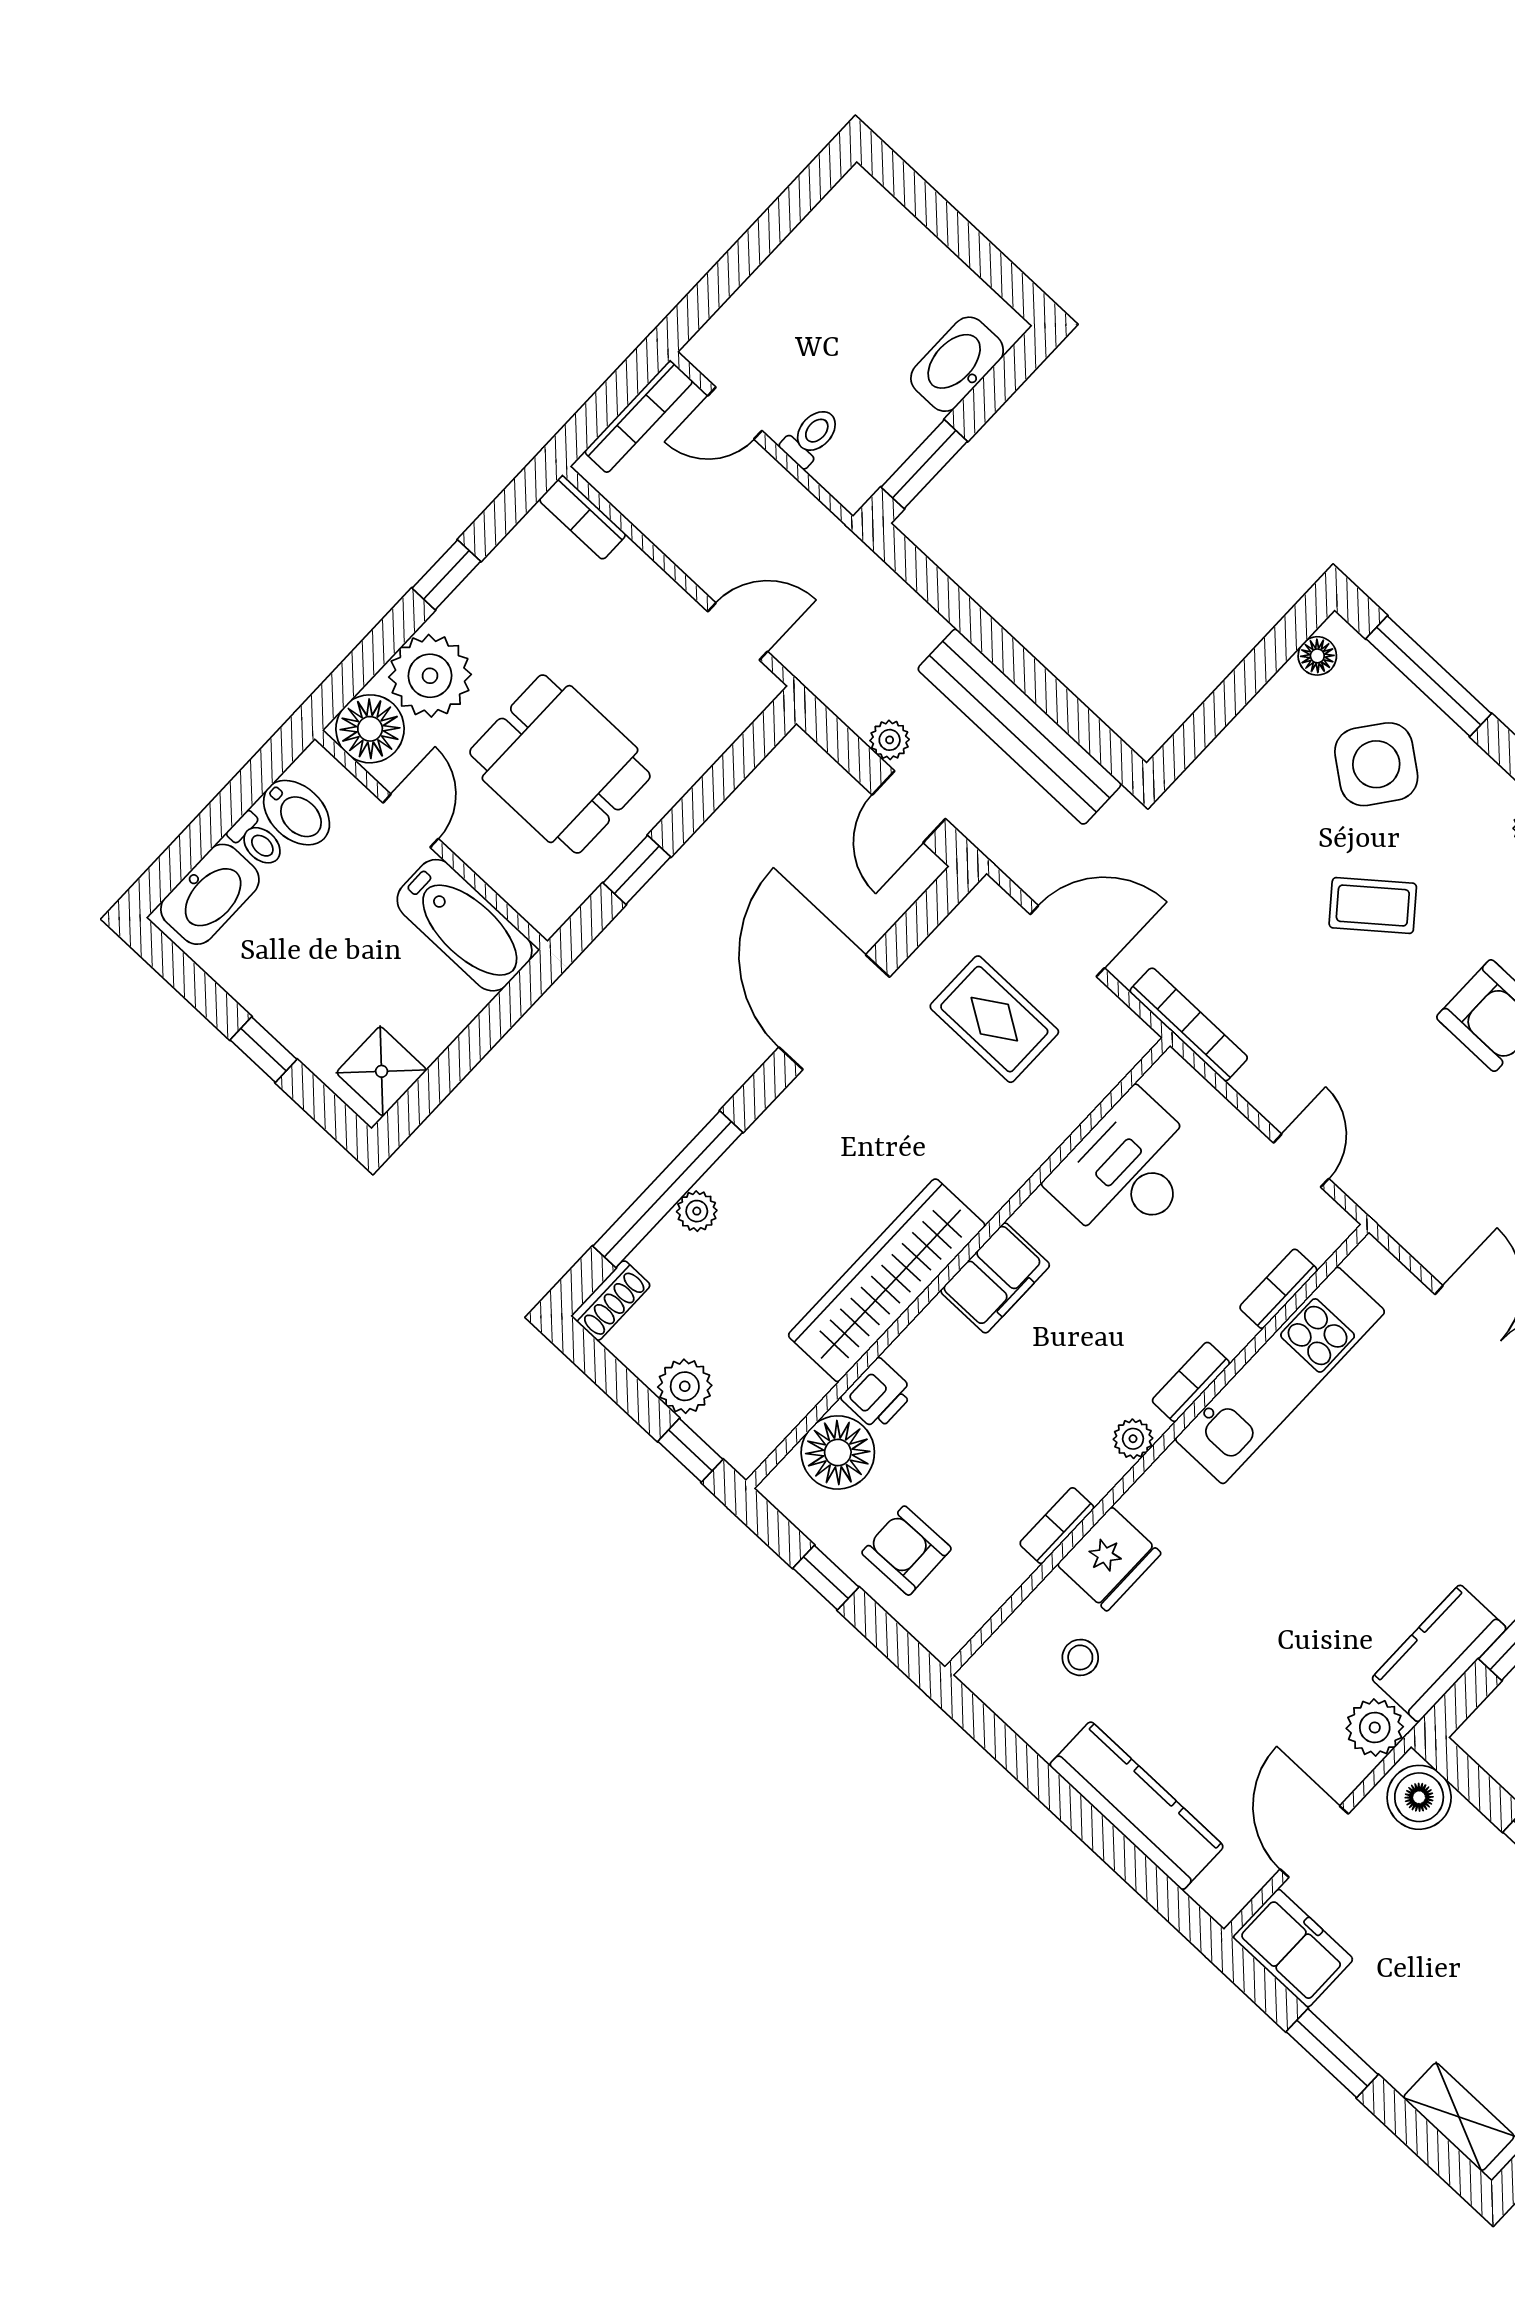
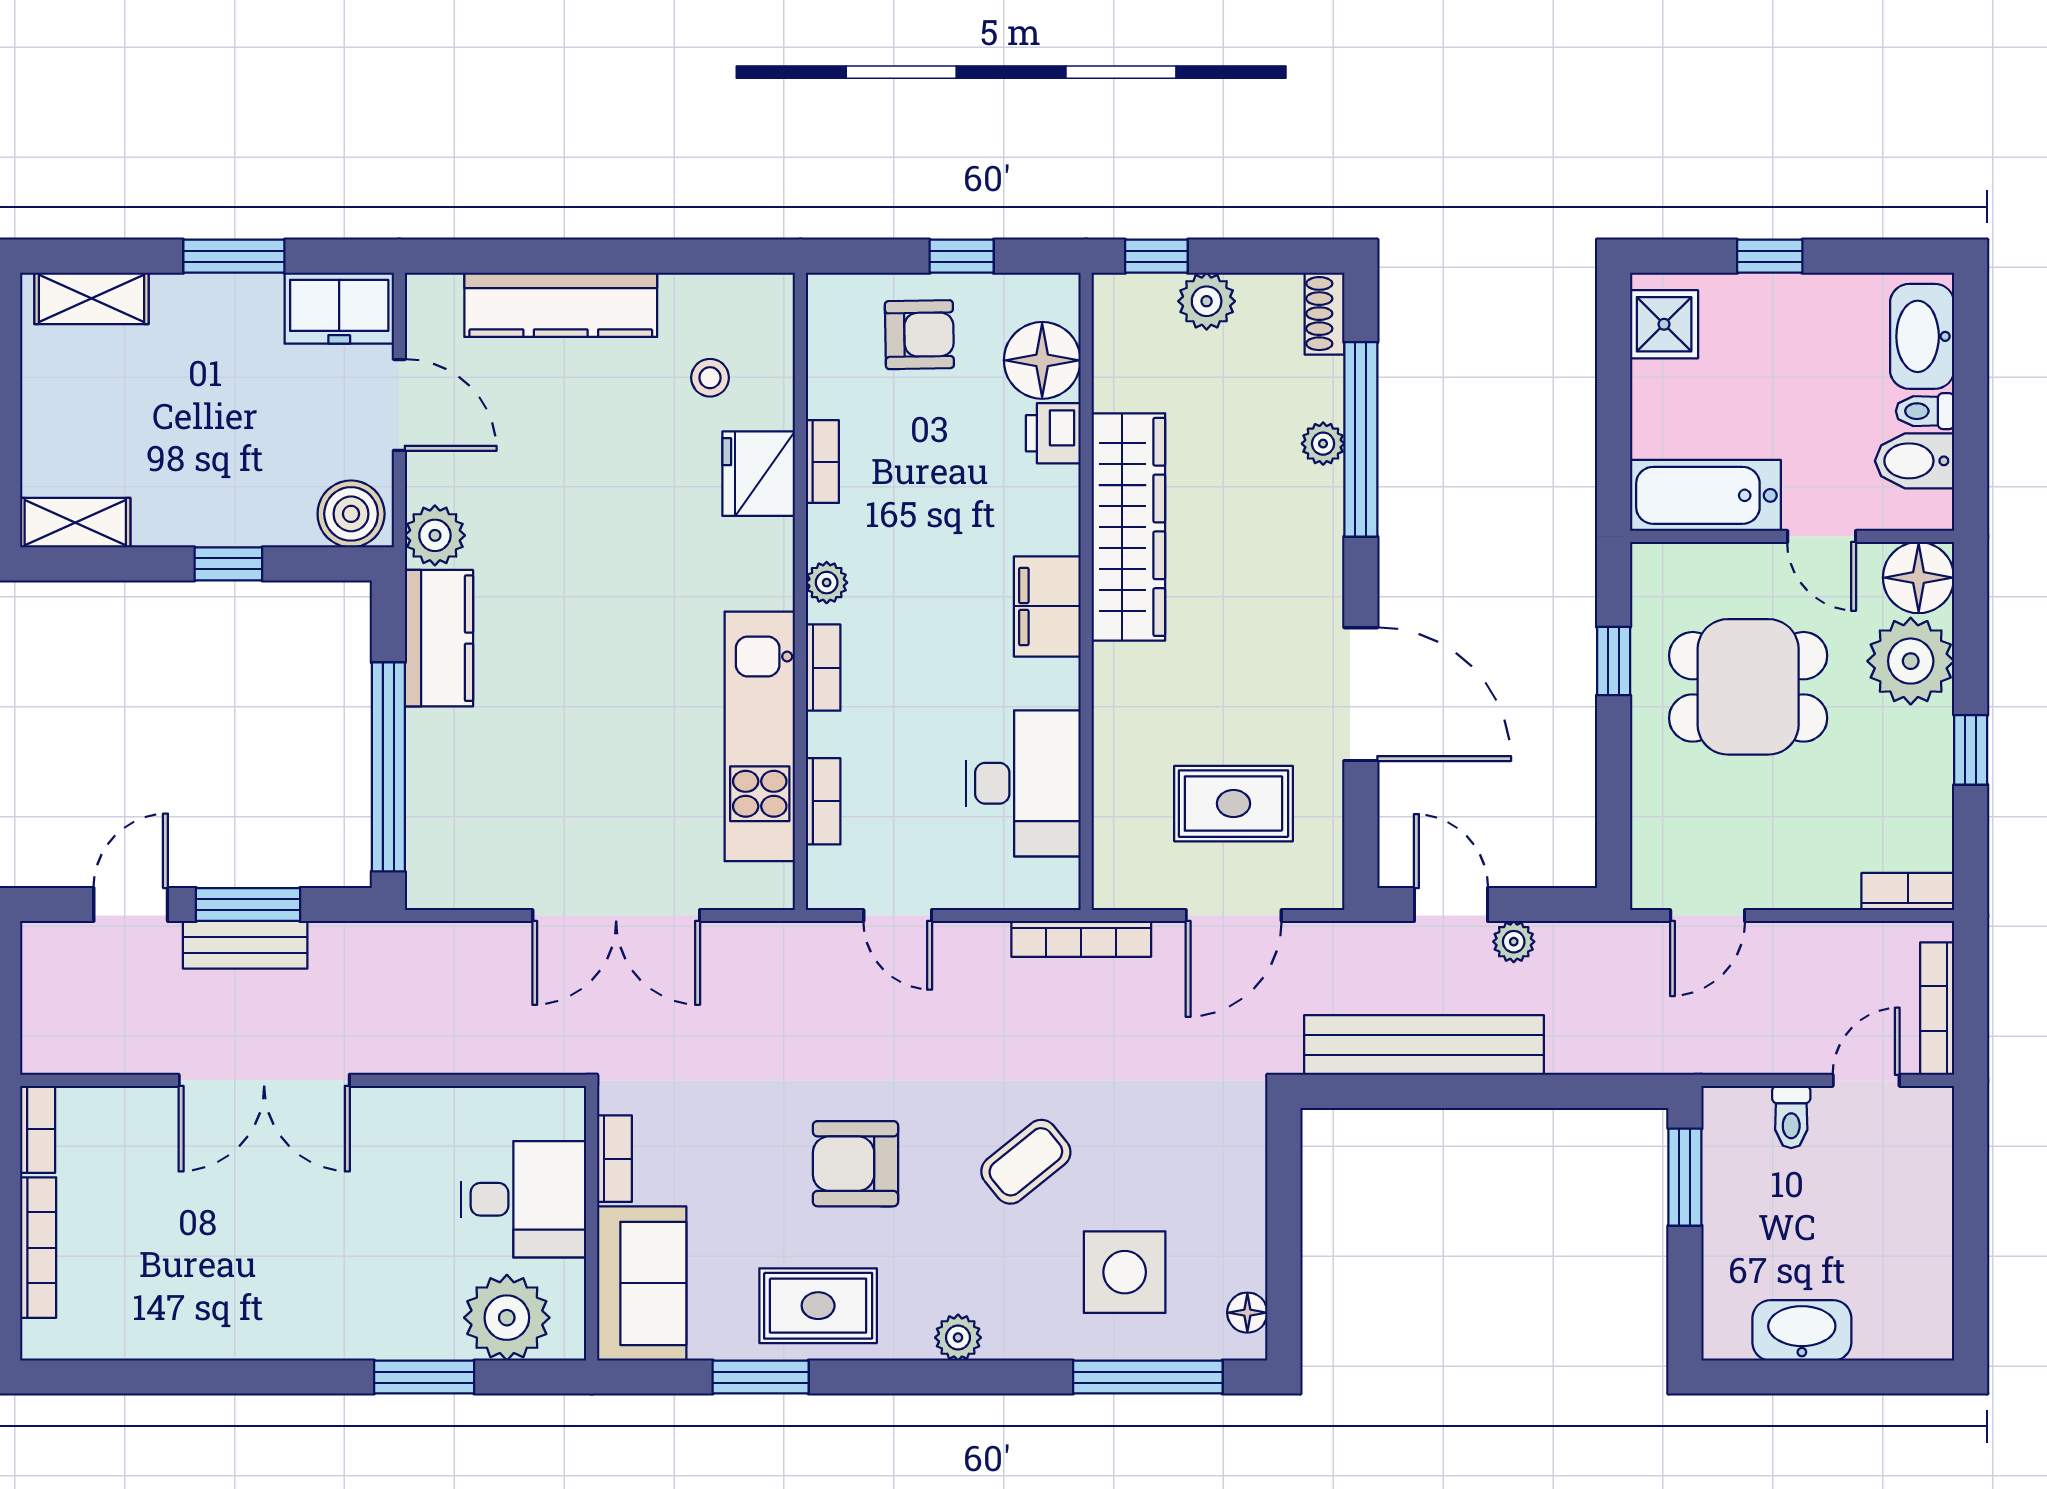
washbasin: (957, 364) -> (1802, 1330), moved, turned -90
side table: (1376, 764) -> (1125, 1272), turned -37

